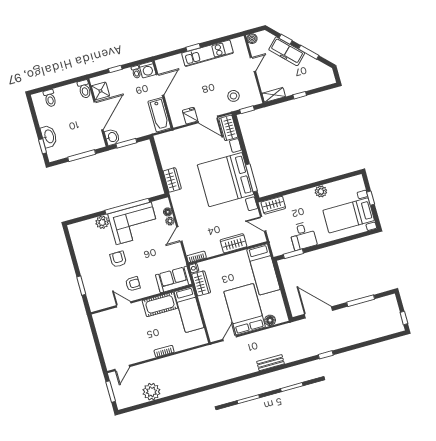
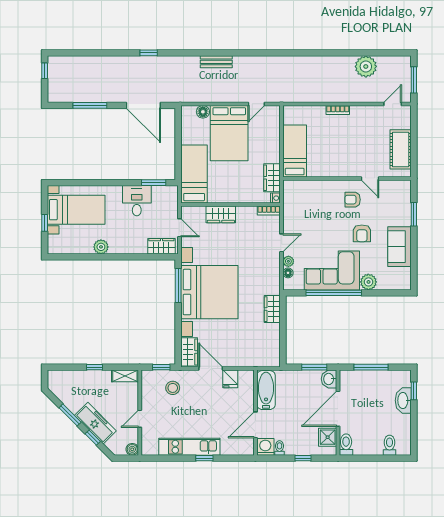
sofa: (174, 279) -> (400, 247), moved, turned 90
cot: (160, 304) -> (401, 149), moved, turned 90

